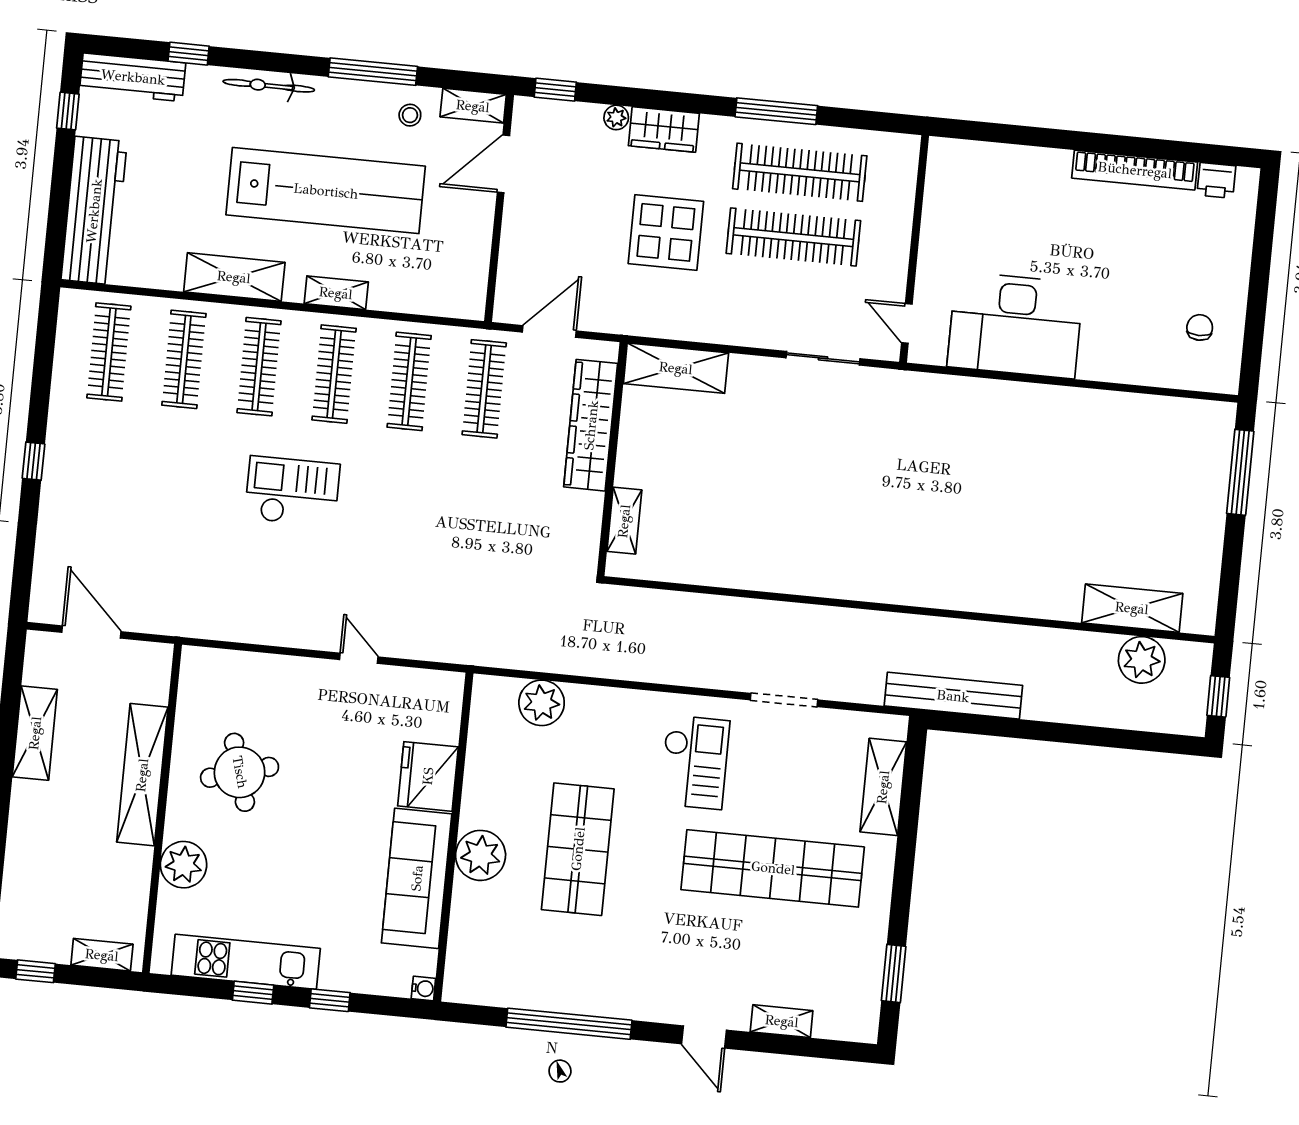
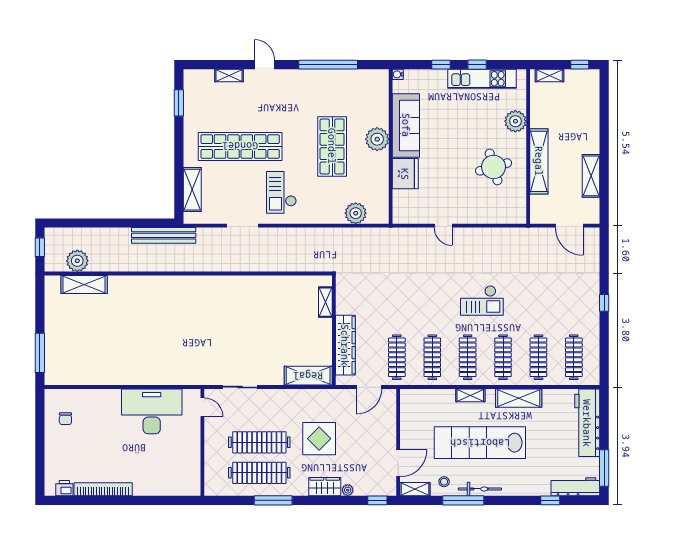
bicycle: (269, 86) -> (480, 489), moved
window: (68, 111) -> (604, 468), width x2.17

